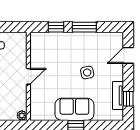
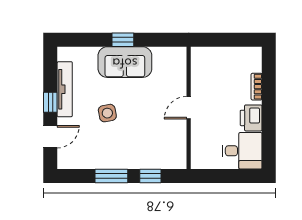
tv unit: (118, 96) -> (65, 89), width x1.41
window: (128, 99) -> (50, 102), moved
plant: (22, 115) -> (198, 54), removed

